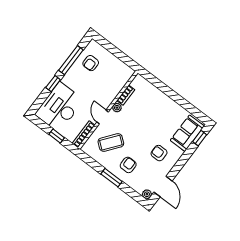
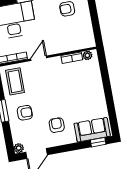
plant: (117, 108) -> (87, 55), moved
coffee table: (111, 143) -> (15, 81), moved, turned 52

